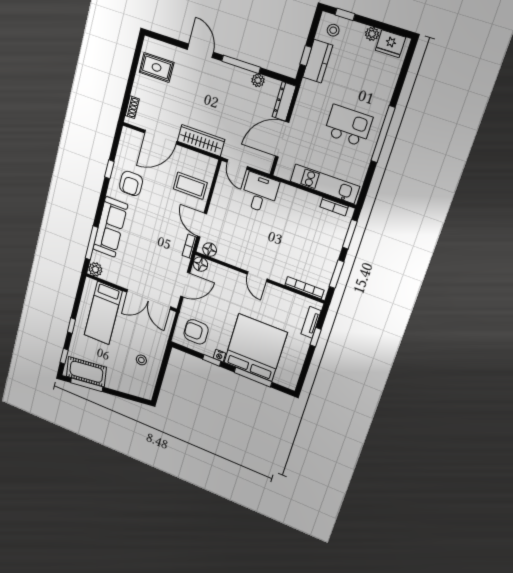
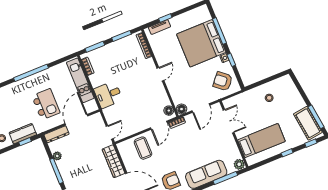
kitchen island: (348, 126) -> (46, 104), moved, turned 180
door: (282, 139) -> (76, 120), swing flipped
desk: (260, 193) -> (108, 95), moved
door: (185, 285) -> (201, 108), swing flipped
double door: (149, 299) -> (229, 121), width x0.73
armchair: (196, 332) -> (223, 81), turned 130

